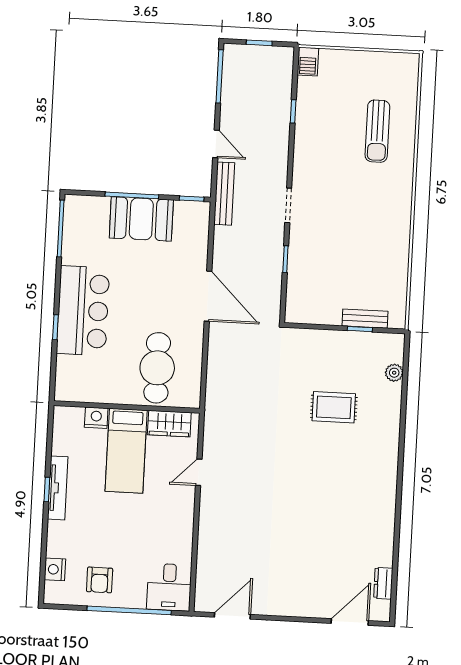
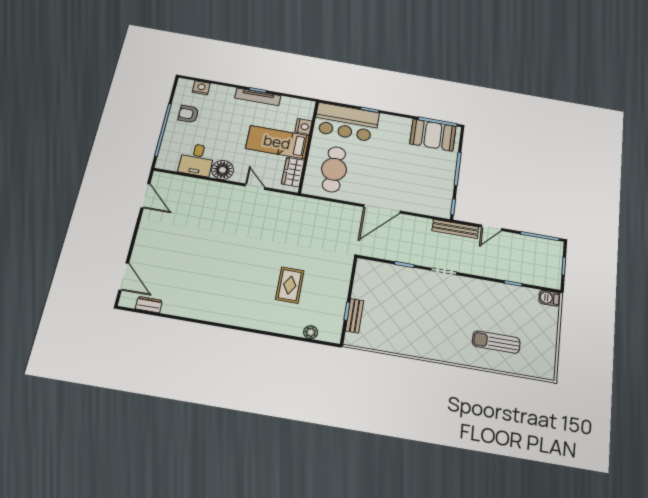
booth: (141, 219) -> (433, 135), moved, turned 90
bar counter: (83, 311) -> (346, 122), moved
cafe table: (157, 368) -> (334, 169), turned 90
floor lamp: (180, 520) -> (223, 170), added
desk: (169, 587) -> (197, 160), moved, turned -90

